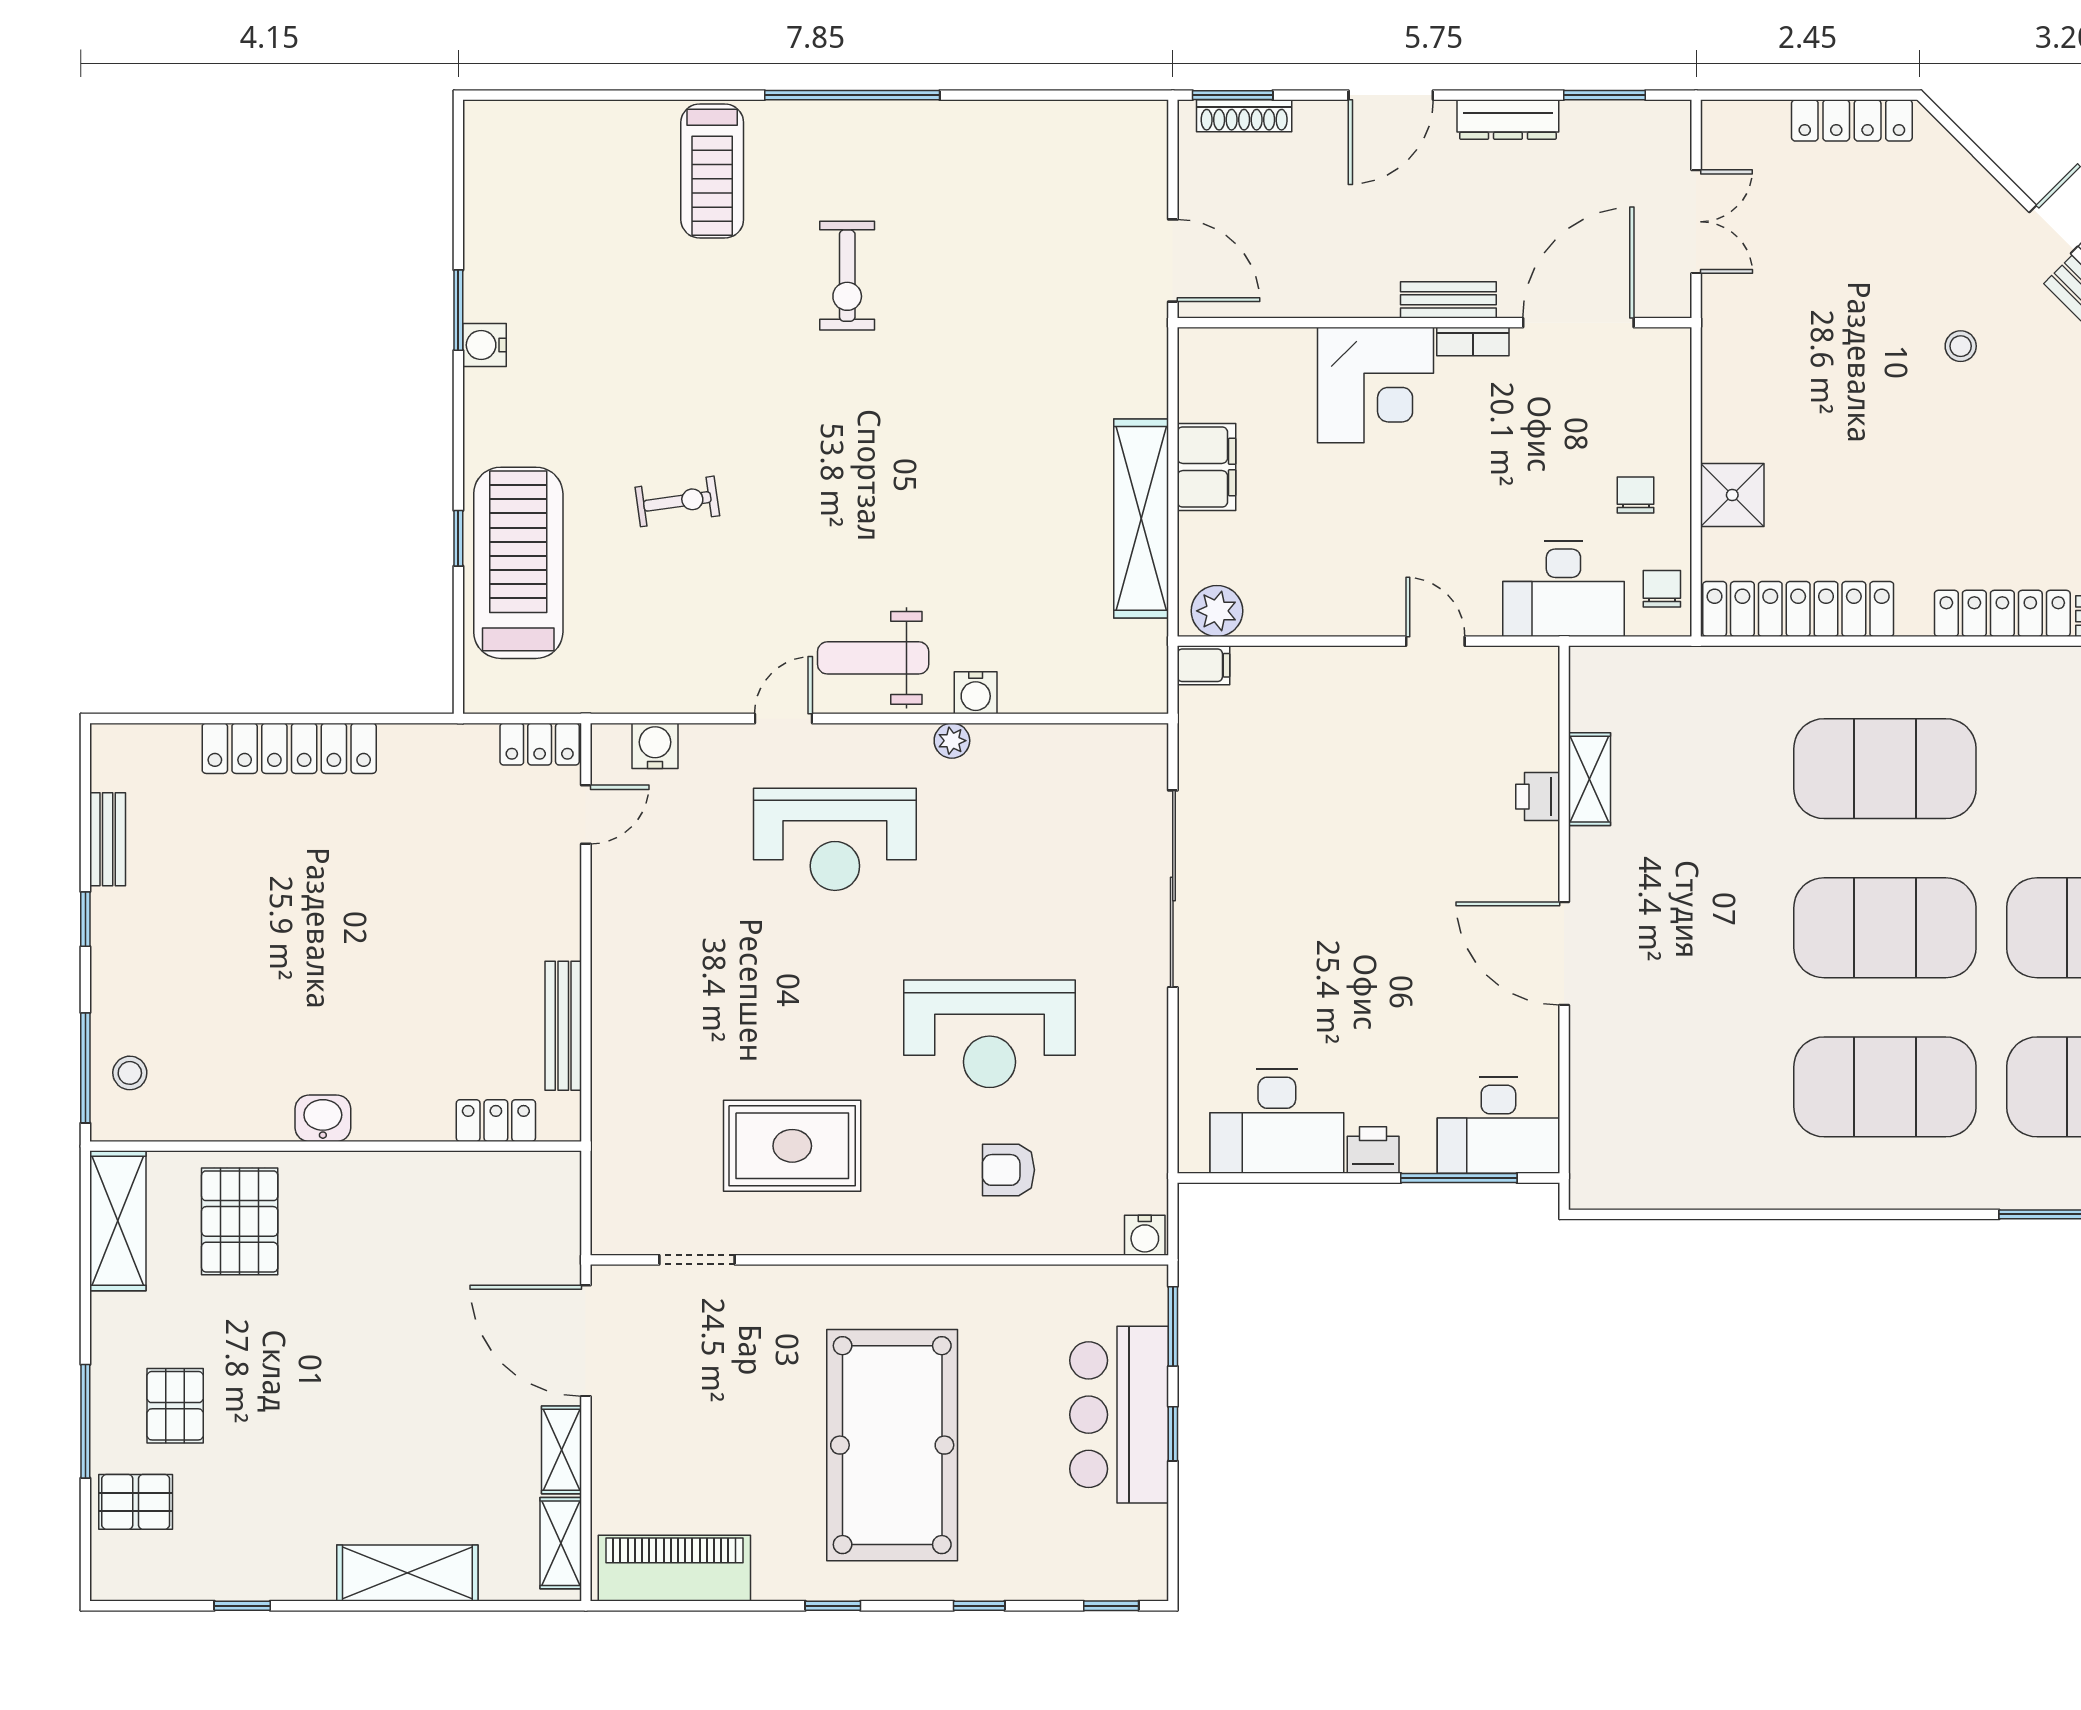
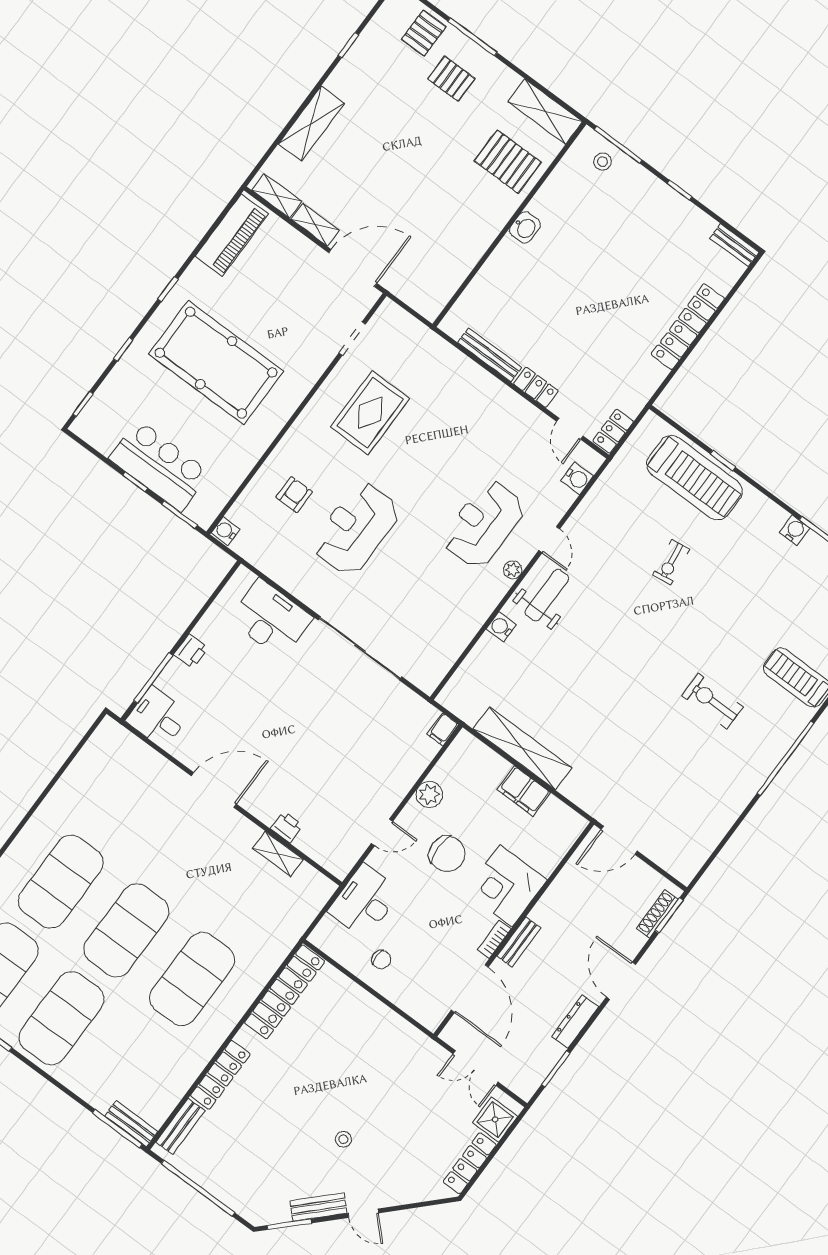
shower: (1732, 495) -> (495, 1119), moved
chair: (1662, 589) -> (447, 854), moved, width x1.87, depth x1.87
plant: (1217, 611) -> (429, 794), moved
plant: (952, 741) -> (513, 570), moved
bench: (108, 839) -> (734, 245), moved
locker: (496, 1121) -> (536, 387), moved, turned -90
desk: (1277, 1121) -> (271, 619), moved, turned 90
desk: (1498, 1125) -> (158, 717), width x0.73

